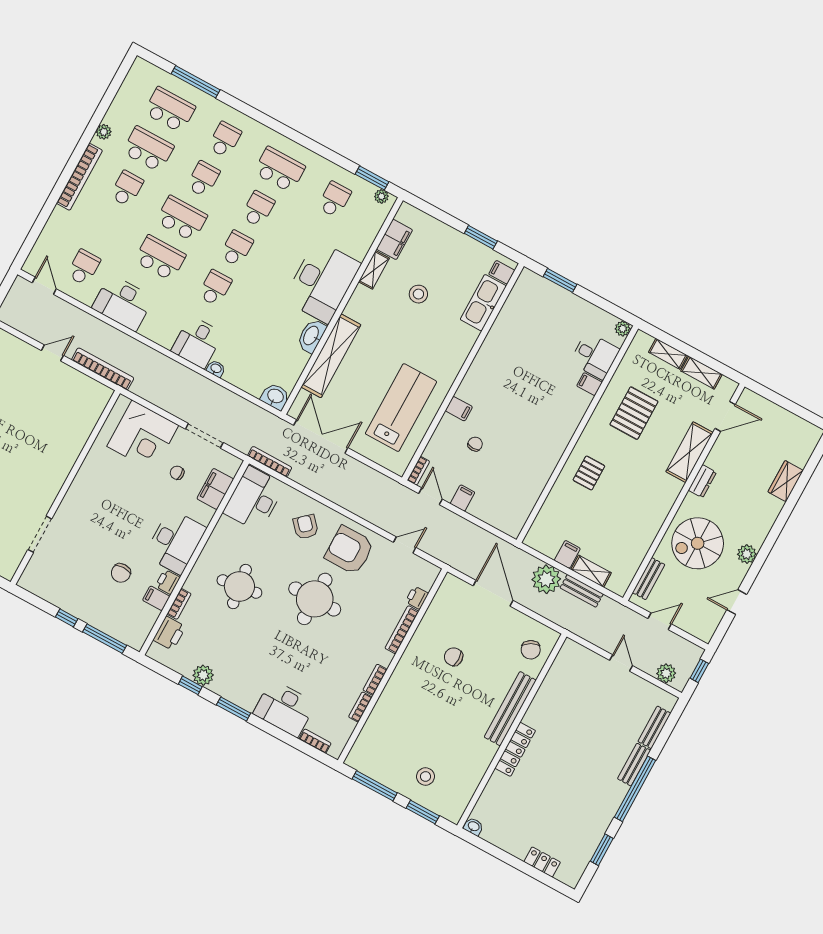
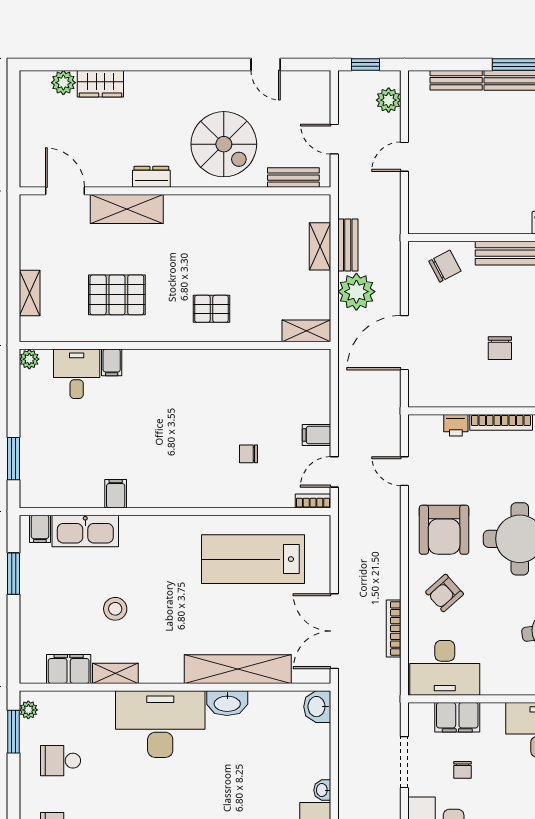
shelving: (702, 373) -> (306, 331), moved, turned 90
filing cabinet: (459, 409) -> (116, 494), moved
bookcase: (270, 462) -> (394, 628), moved
filing cabinet: (567, 554) -> (316, 283), removed
plant: (747, 554) -> (63, 83), moved

